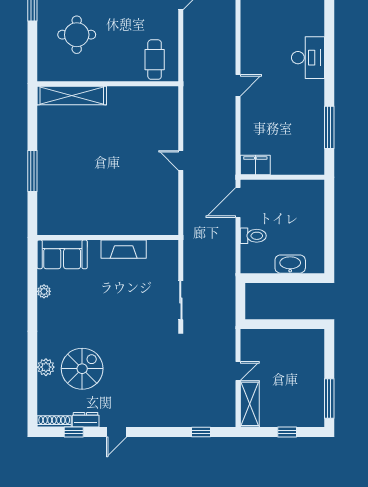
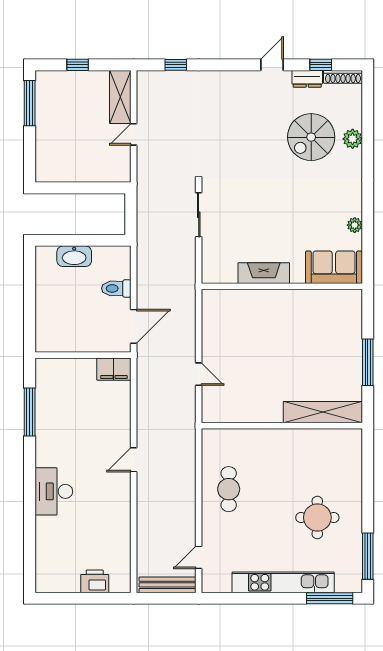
wall: (108, 84) -> (282, 426), moved
shelving: (72, 95) -> (323, 412), moved

